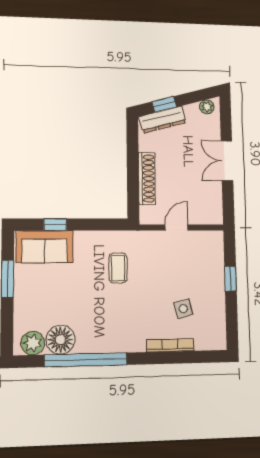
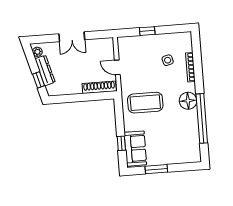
dresser: (162, 120) -> (45, 70), moved
shoe rack: (147, 178) -> (99, 87), moved
coffee table: (118, 268) -> (145, 103), width x1.86, depth x1.72
floor lamp: (61, 340) -> (188, 101), moved
plant: (33, 343) -> (194, 151), removed

